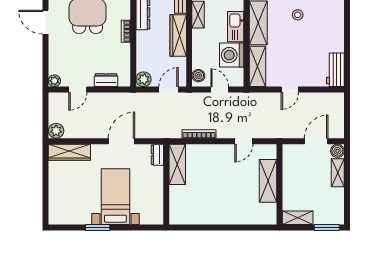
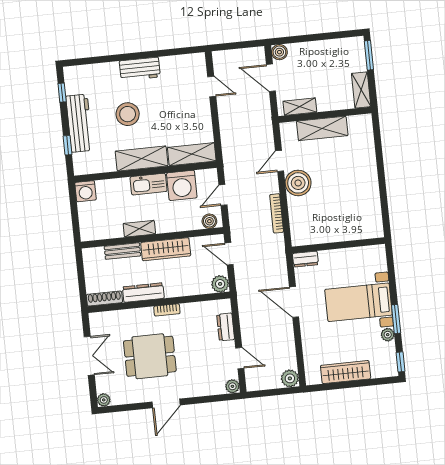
stool: (298, 15) -> (128, 114), width x1.89, depth x1.89
workbench: (335, 70) -> (140, 69), moved
door: (290, 90) -> (212, 86), moved
door: (244, 141) -> (280, 161), swing flipped
wardrobe: (69, 152) -> (346, 372), moved, turned -90
boiler: (223, 155) -> (298, 183), added
shelving: (177, 164) -> (314, 235), removed
shelving: (338, 173) -> (300, 107), moved
plant: (85, 219) -> (388, 335), added
window: (60, 227) -> (400, 362), added

